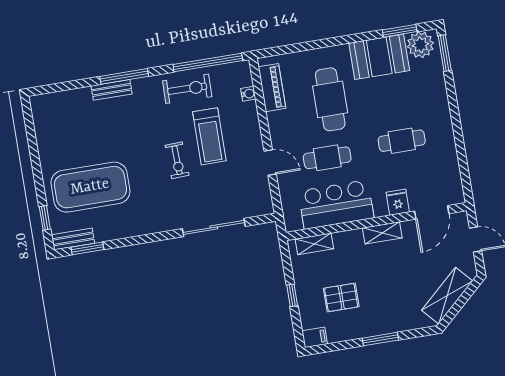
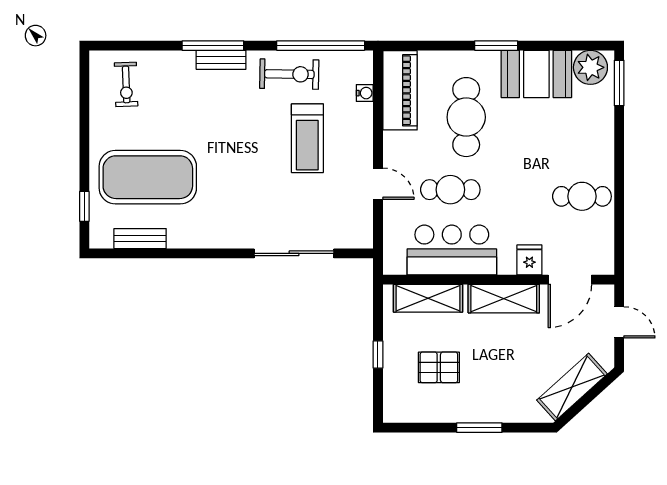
window: (400, 31) -> (496, 46), moved
piano: (272, 88) -> (400, 90), width x1.37, depth x1.33
bench: (112, 90) -> (221, 60), moved
cafe table: (402, 141) -> (582, 196), moved
exercise bike: (177, 160) -> (126, 84), moved
shelving: (382, 233) -> (504, 299), width x1.50, depth x1.33
bench: (73, 239) -> (140, 239), moved
shelving: (314, 244) -> (428, 298), width x1.50, depth x1.33
window: (87, 248) -> (131, 253), removed
filing cabinet: (315, 337) -> (397, 412), removed

